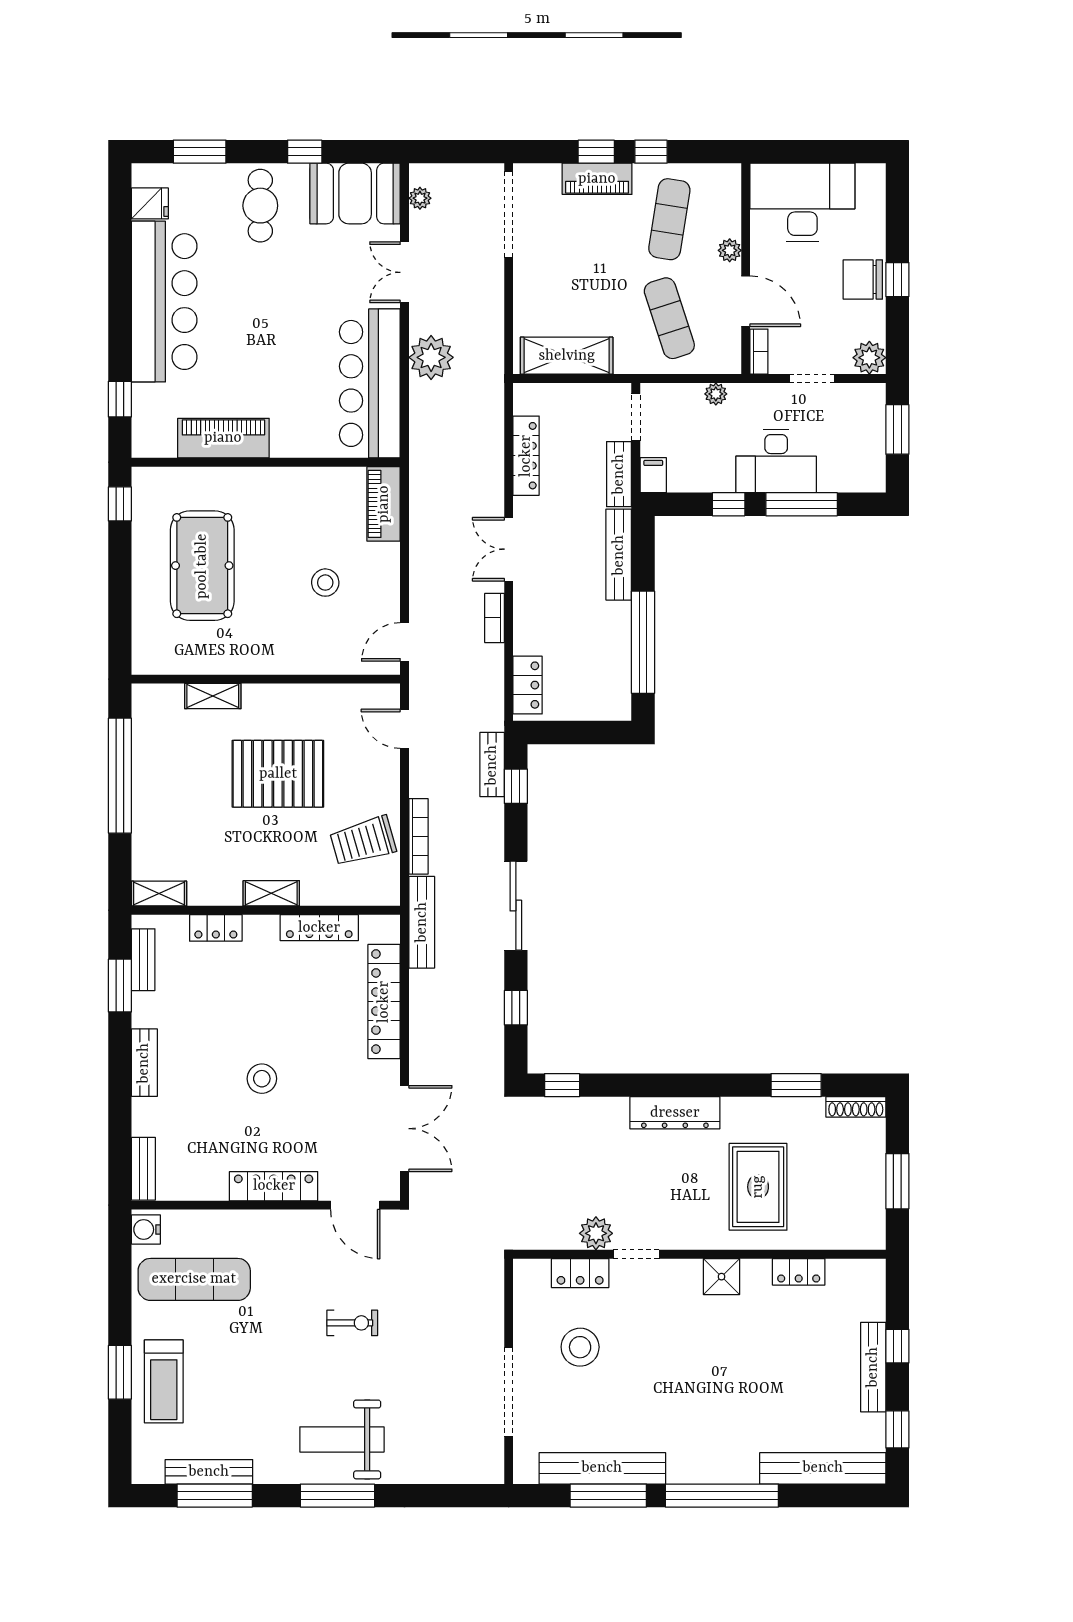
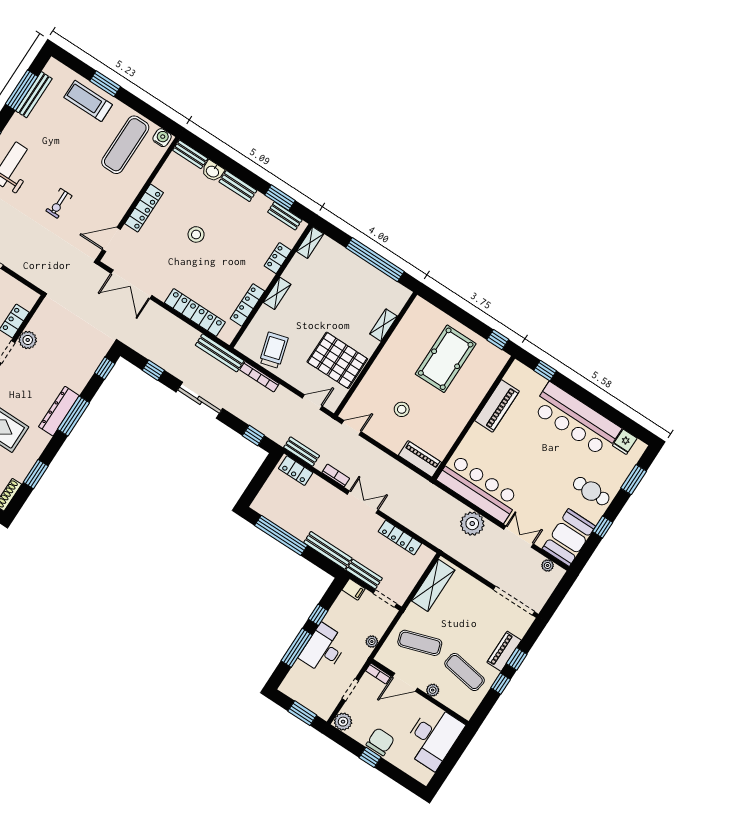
pool table: (202, 566) -> (446, 359), turned 90
door: (405, 642) -> (351, 428), hinge flipped
bench: (492, 765) -> (302, 452), moved
pallet: (278, 774) -> (337, 360), moved, turned 90
window: (668, 1085) -> (74, 416), added
washbasin: (147, 1117) -> (213, 171), added

